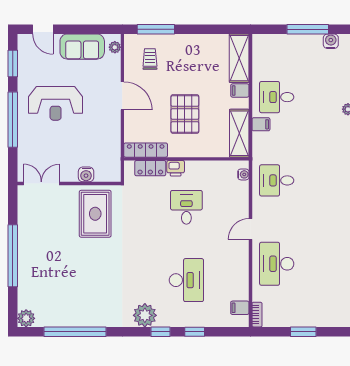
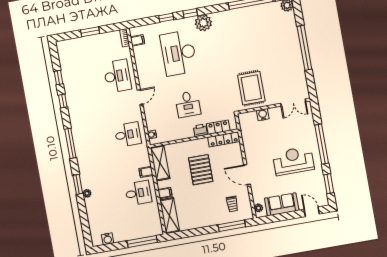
window: (308, 29) -> (142, 241), moved
desk: (186, 280) -> (179, 53), width x1.36, depth x1.30

